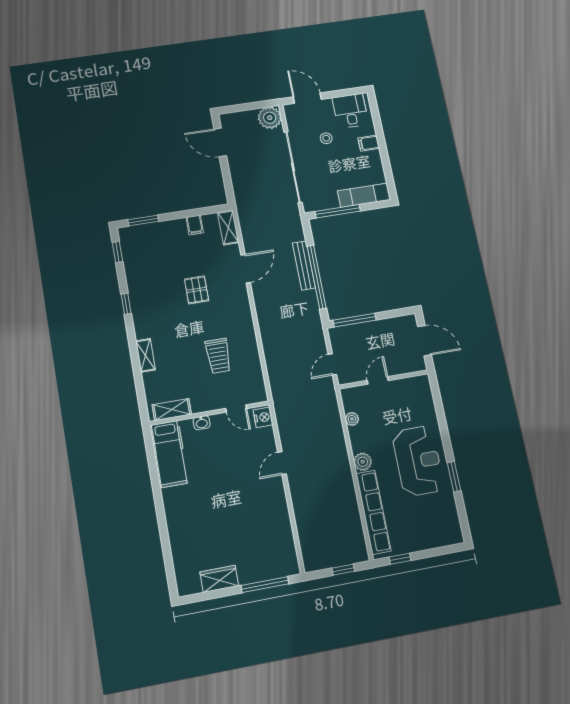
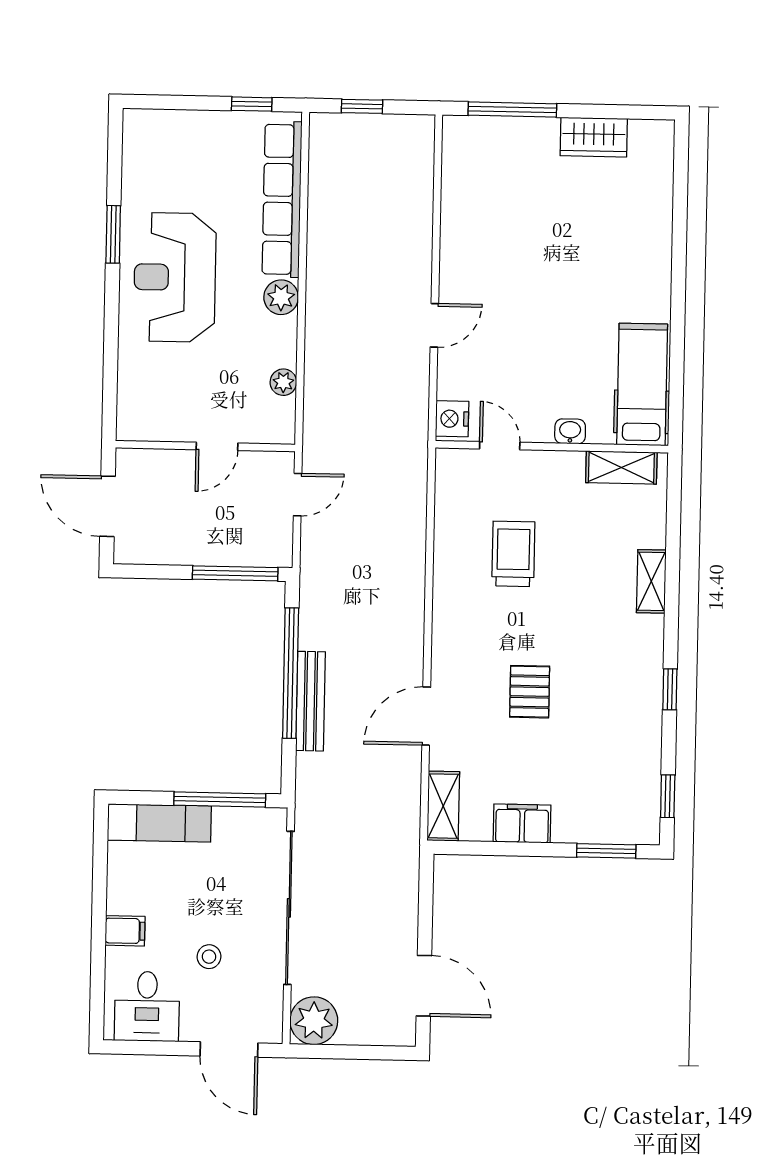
filing cabinet: (195, 225) -> (522, 823), width x2.00

